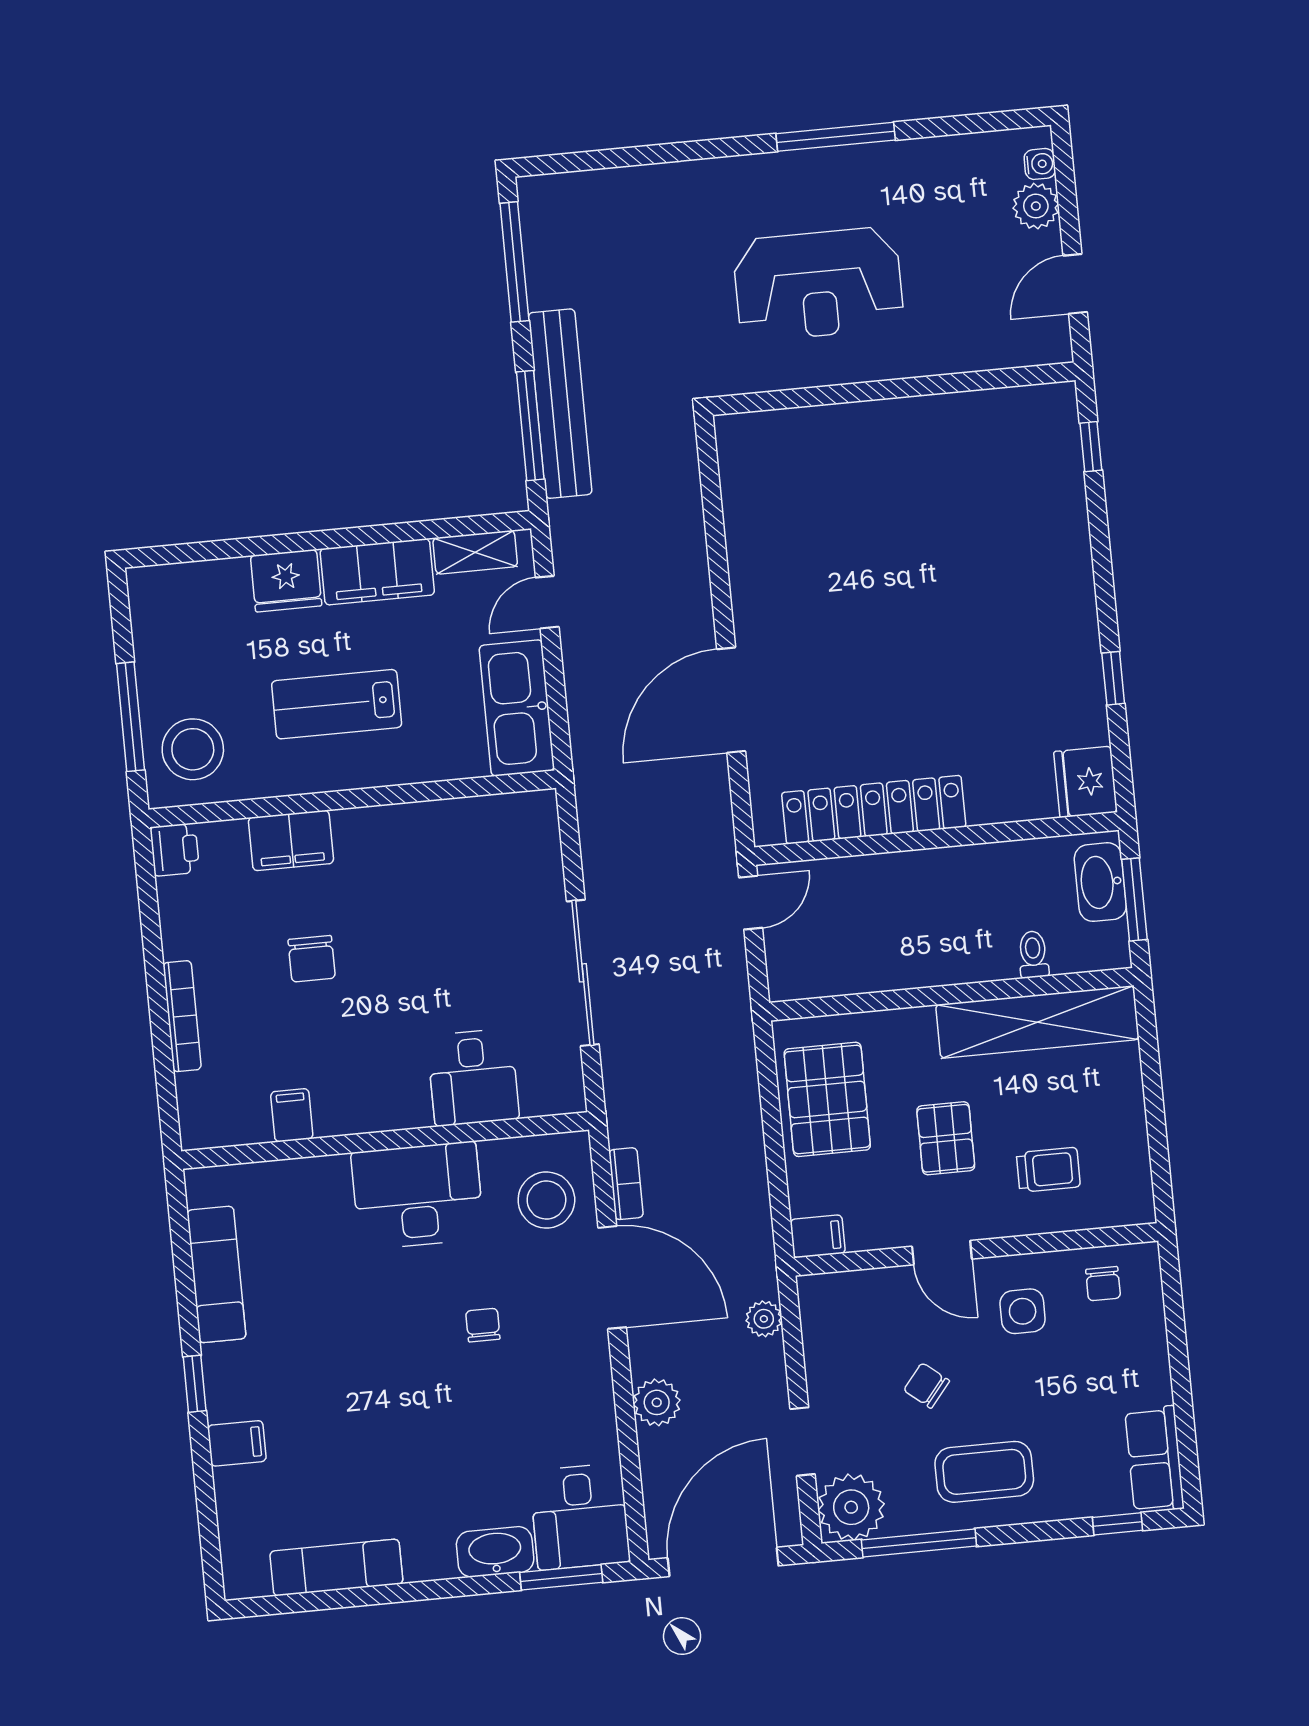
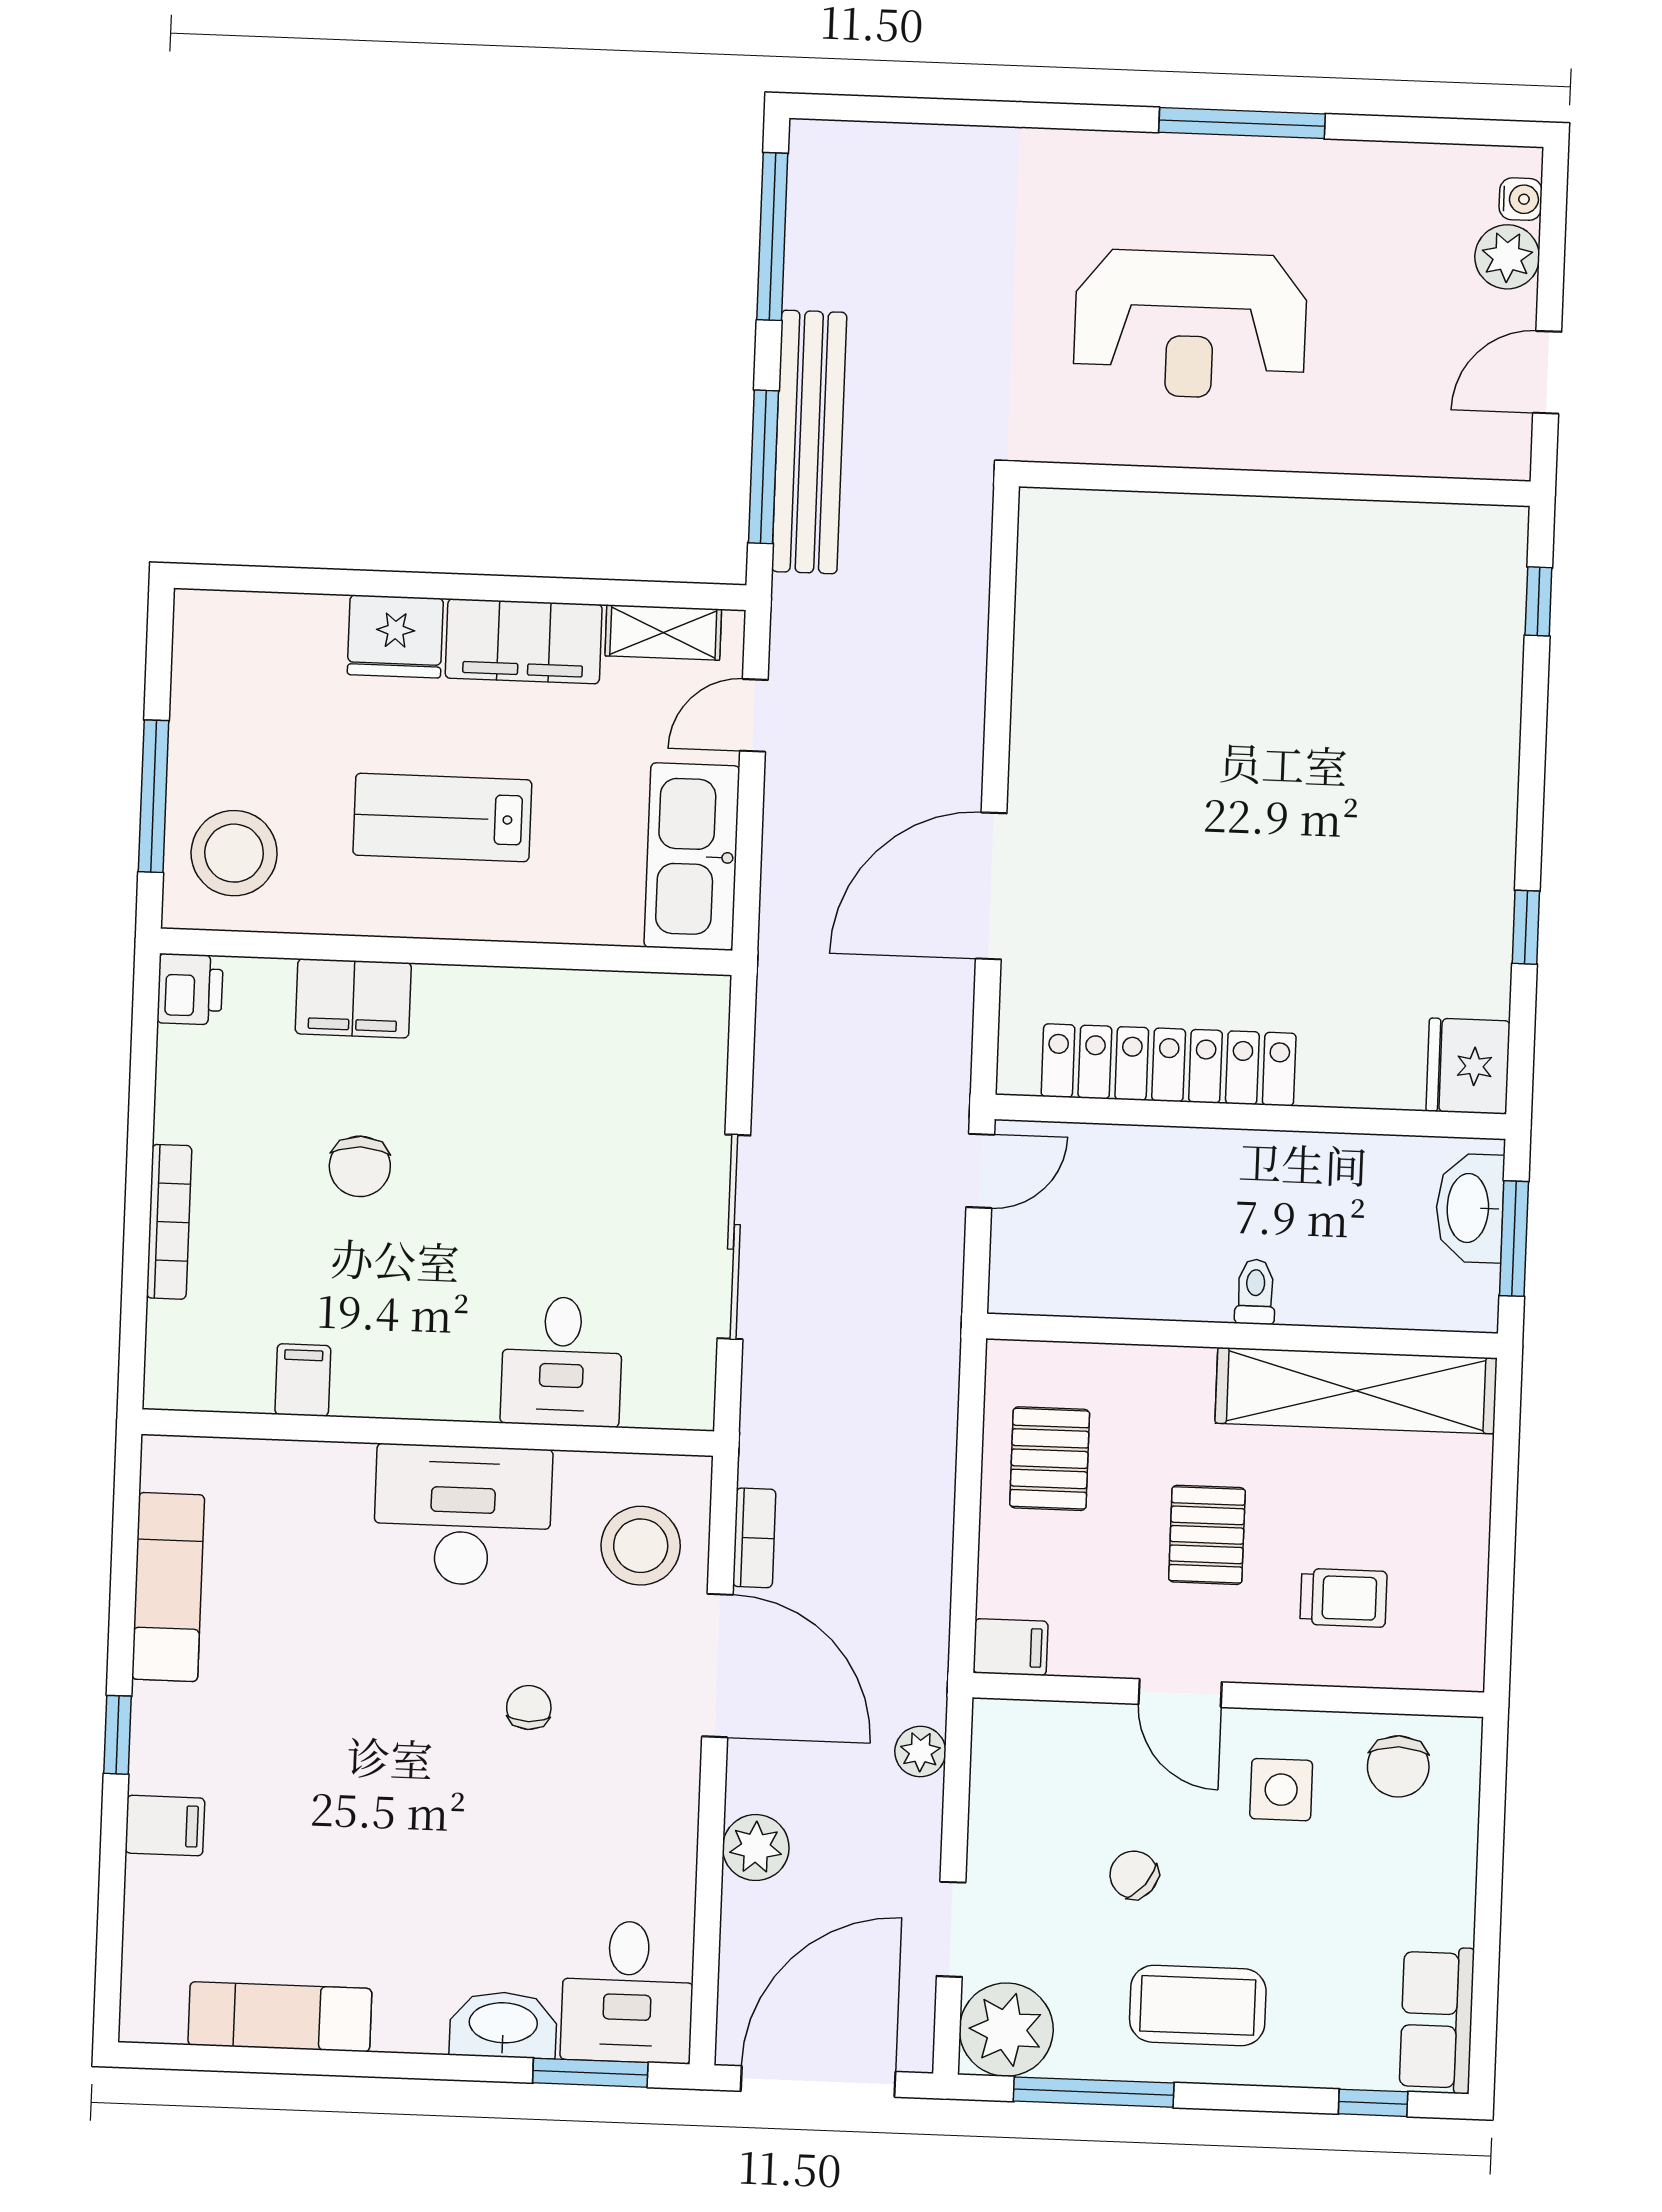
toilet: (1033, 954) -> (1255, 1292), moved
pallet: (827, 1099) -> (1050, 1459), width x0.67, depth x0.71
chair: (1103, 1284) -> (1398, 1766), width x1.37, depth x1.37

